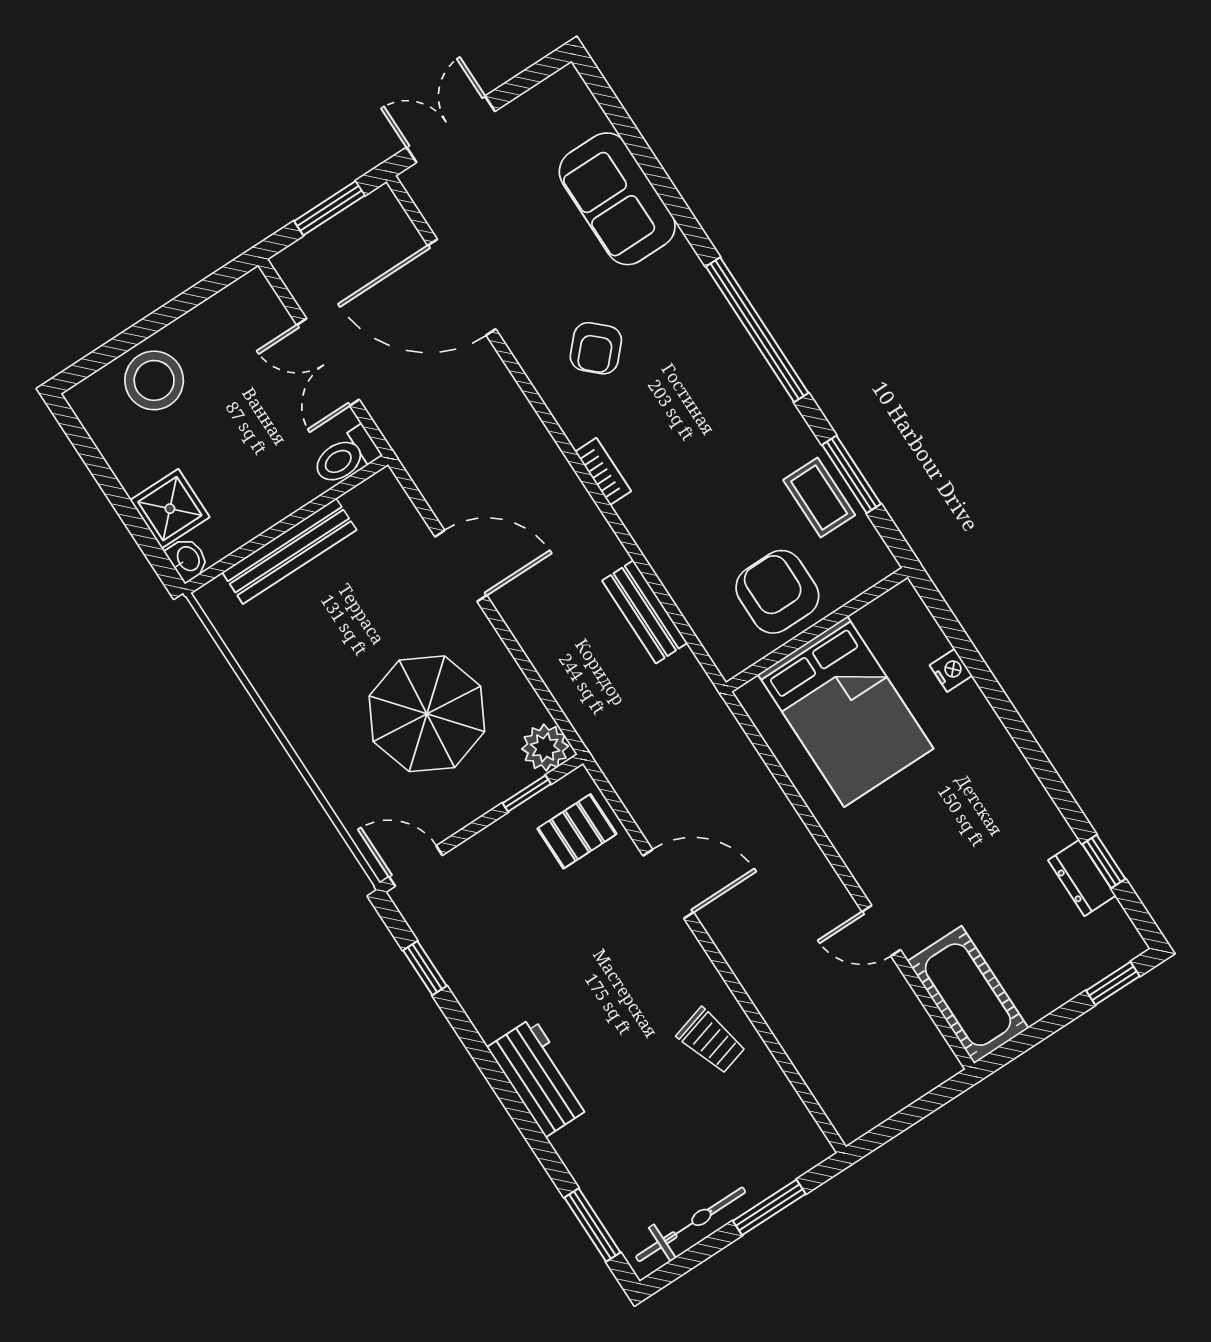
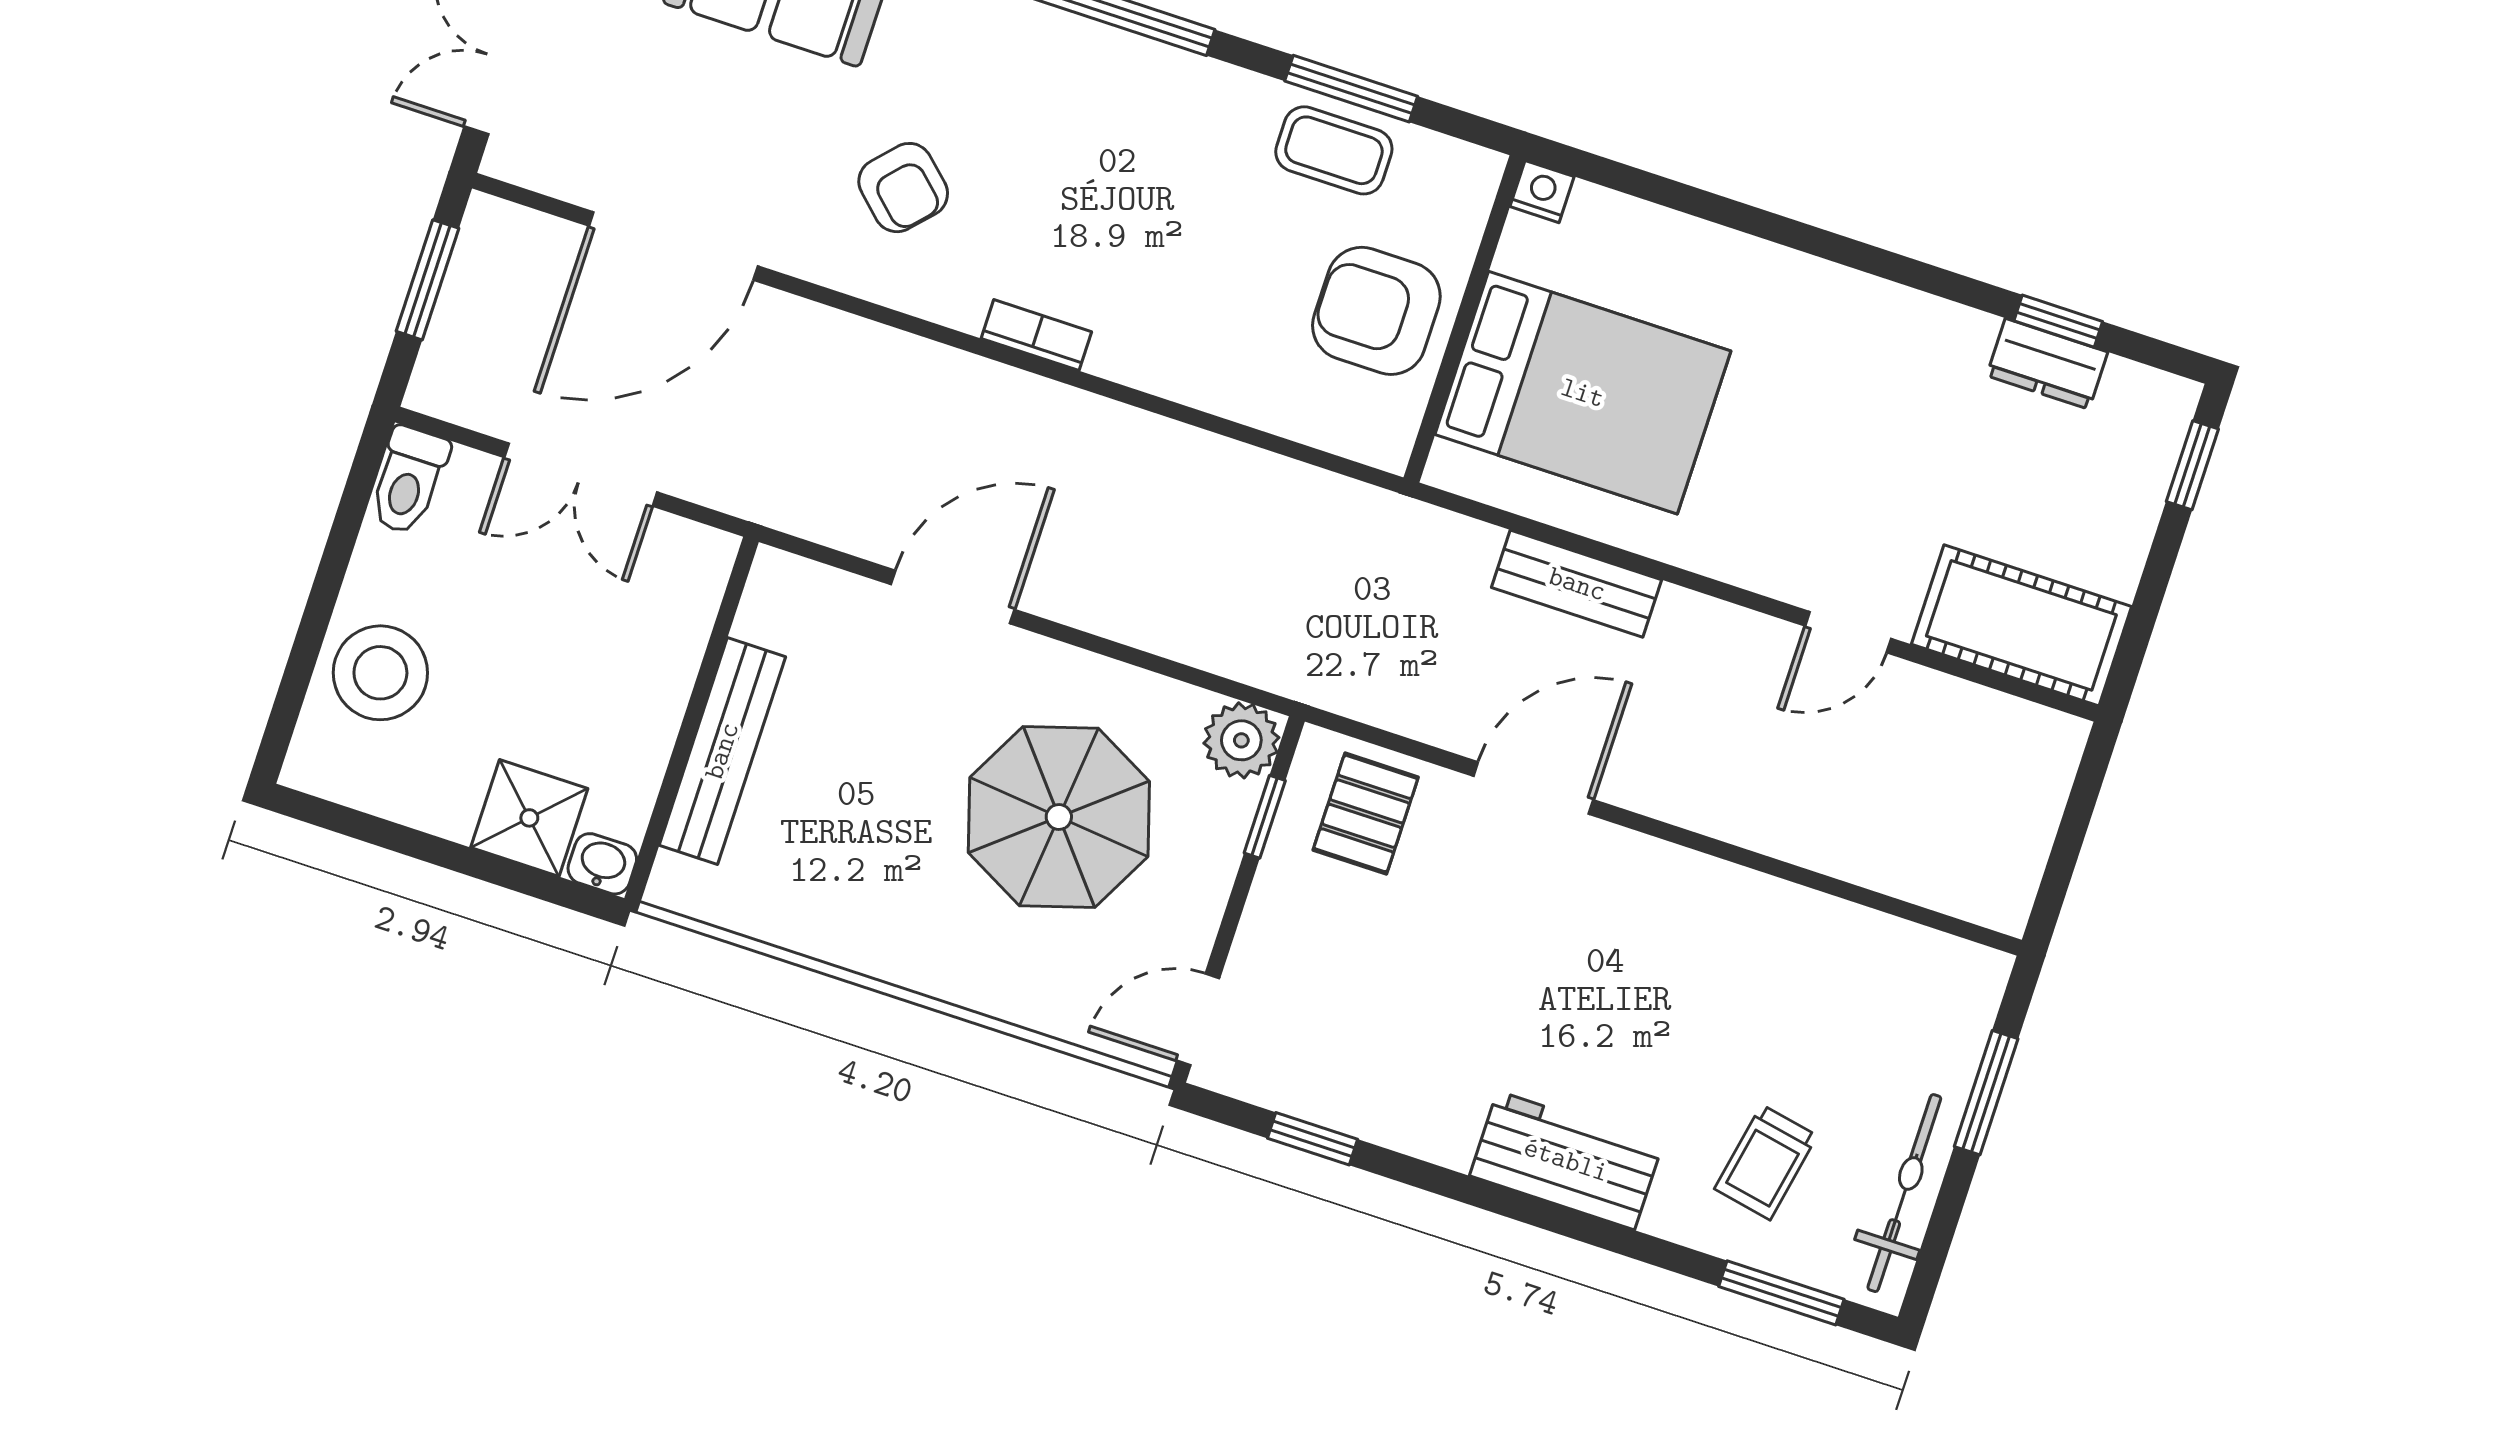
toilet: (346, 457) -> (408, 480), moved
bench: (645, 612) -> (1577, 584), moved
nightstand: (951, 670) -> (1542, 192), moved
trolley: (711, 1041) -> (1766, 1162), moved, turned 117

